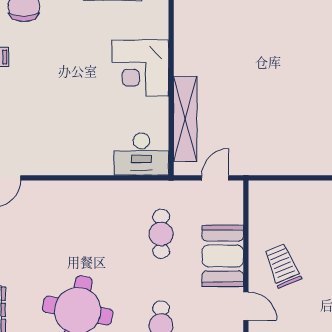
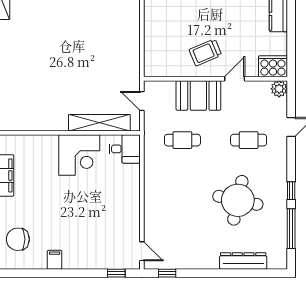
corner desk: (140, 68) -> (79, 155), moved
desk: (141, 154) -> (125, 149), width x0.73

